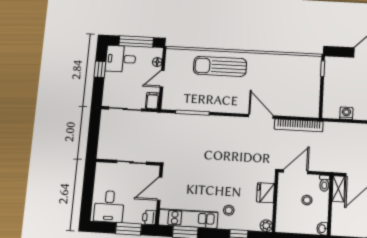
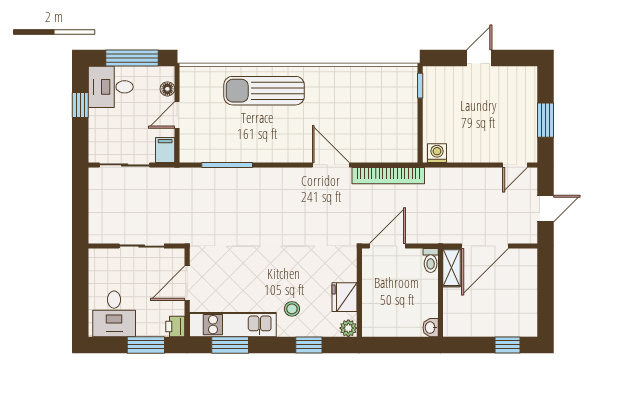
washing machine: (346, 113) -> (437, 153), moved
fridge: (266, 193) -> (345, 297), moved
stool: (307, 200) -> (406, 287), removed

